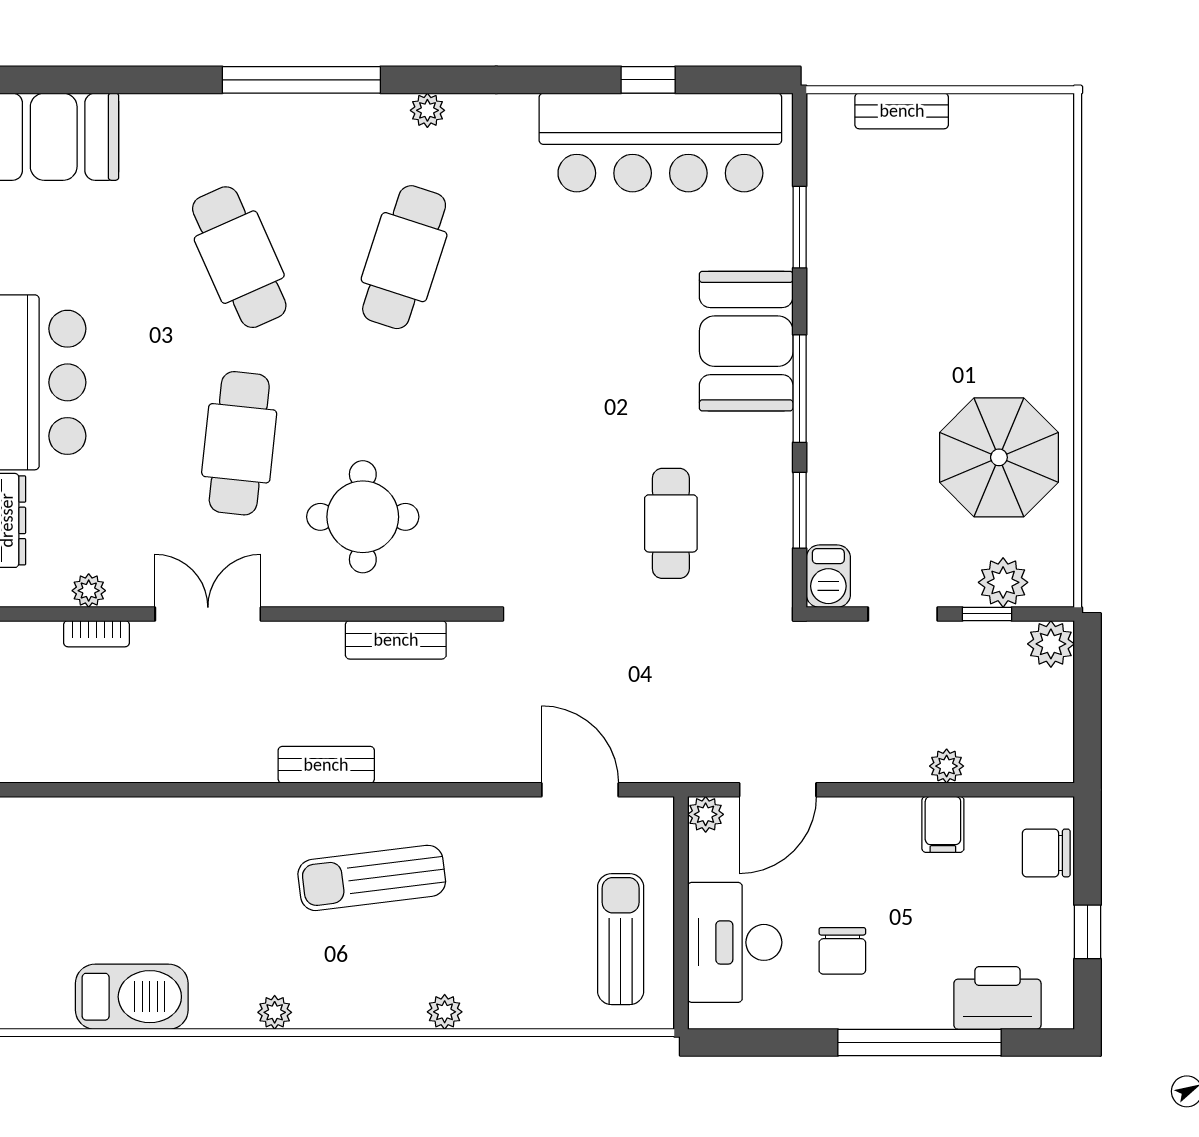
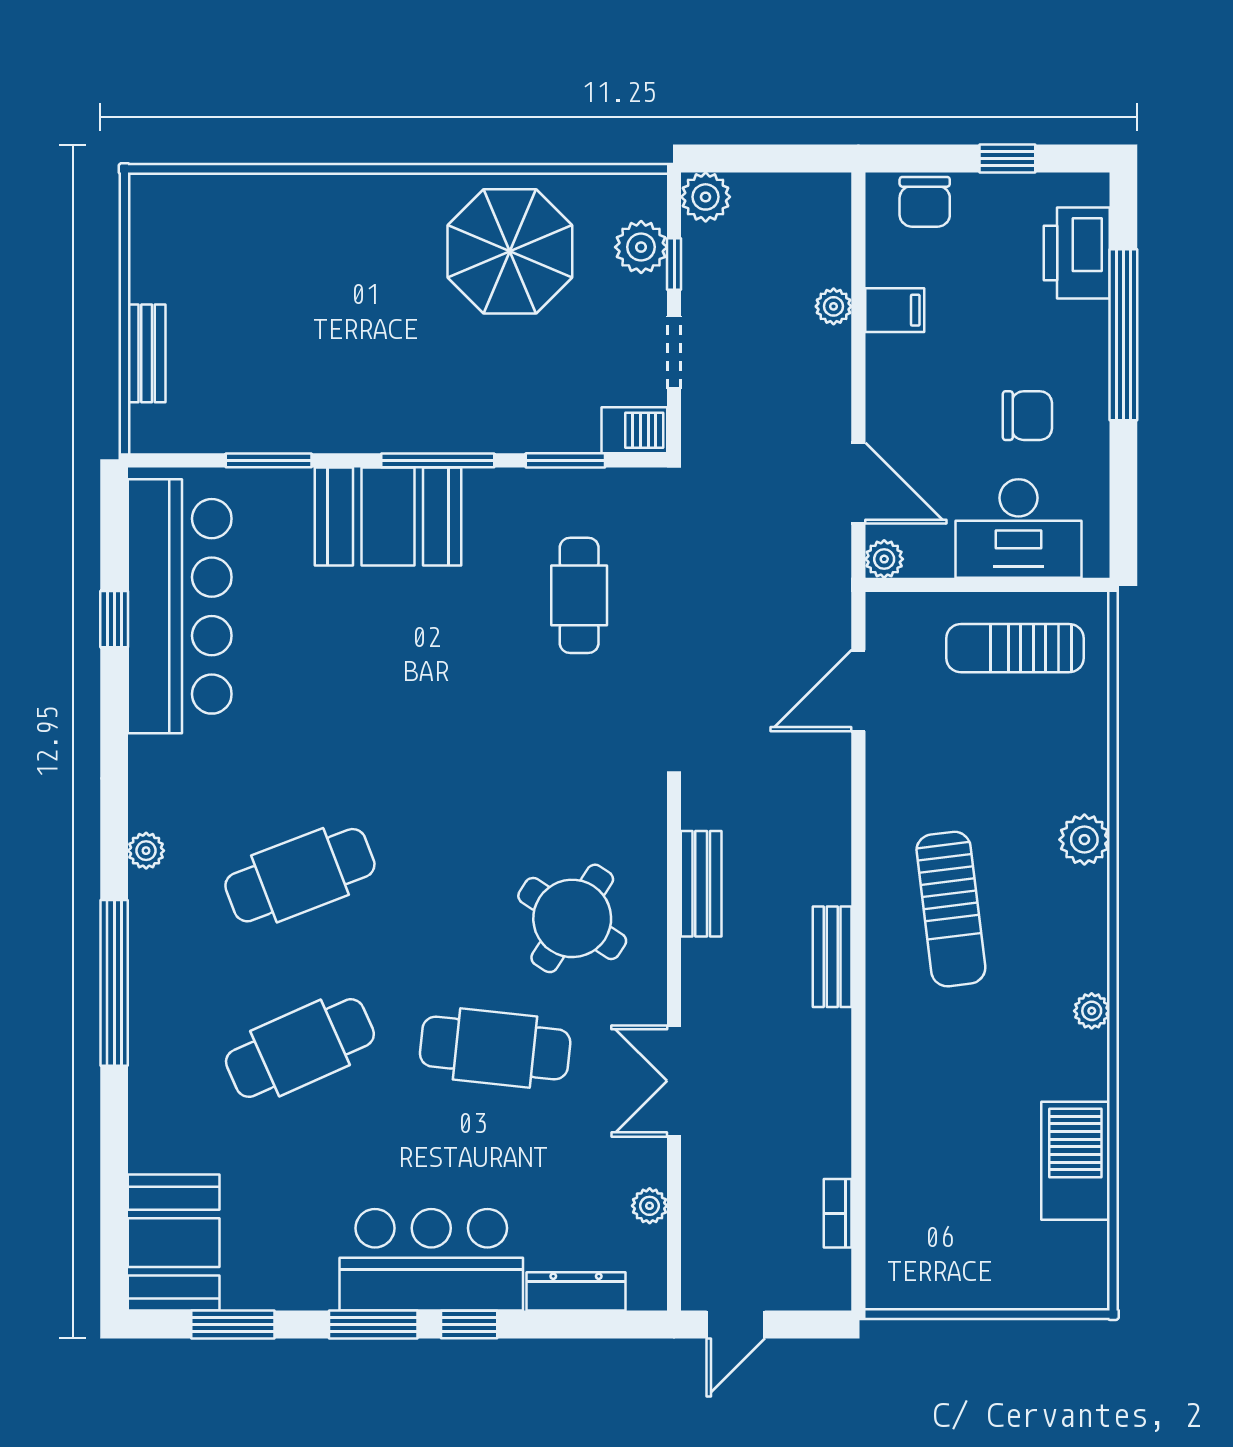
cafe table: (404, 257) -> (300, 875), turned -39
round table: (363, 517) -> (572, 918), turned 33
cafe table: (671, 523) -> (579, 595), turned 90
bookcase: (97, 634) -> (838, 1213), moved, turned 180
plant: (445, 1012) -> (1084, 840), width x1.38, depth x1.38

